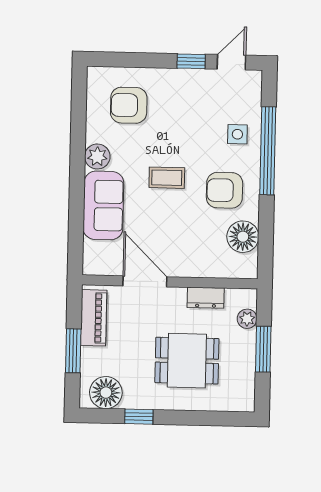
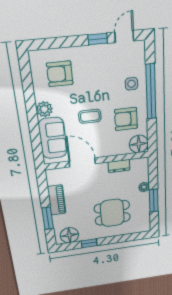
door: (145, 281) -> (82, 162), moved
wall: (170, 282) -> (97, 161), moved
dresser: (206, 298) -> (119, 166), moved

